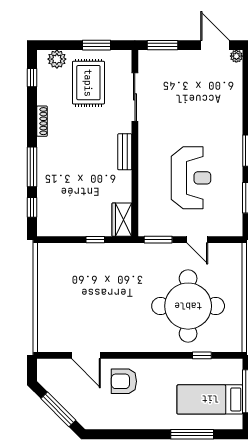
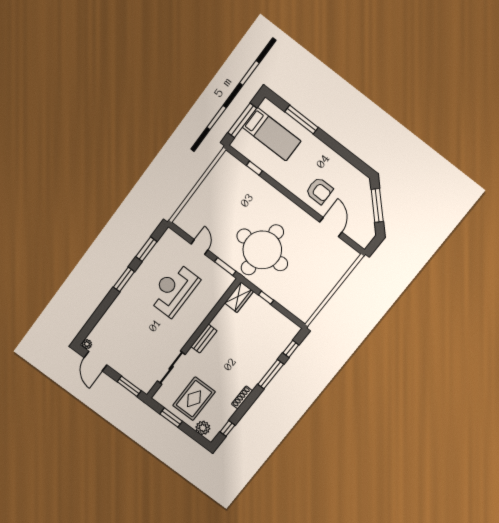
round table: (188, 306) -> (262, 250), moved

